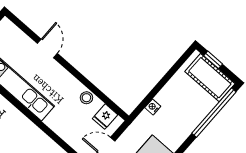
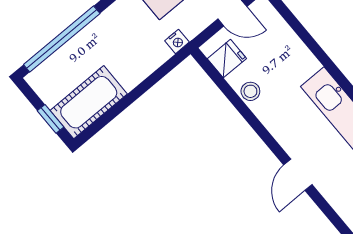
cot: (210, 78) -> (89, 102), moved, turned 90
nightstand: (153, 107) -> (177, 41), moved

